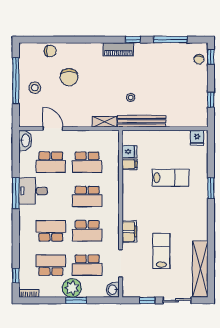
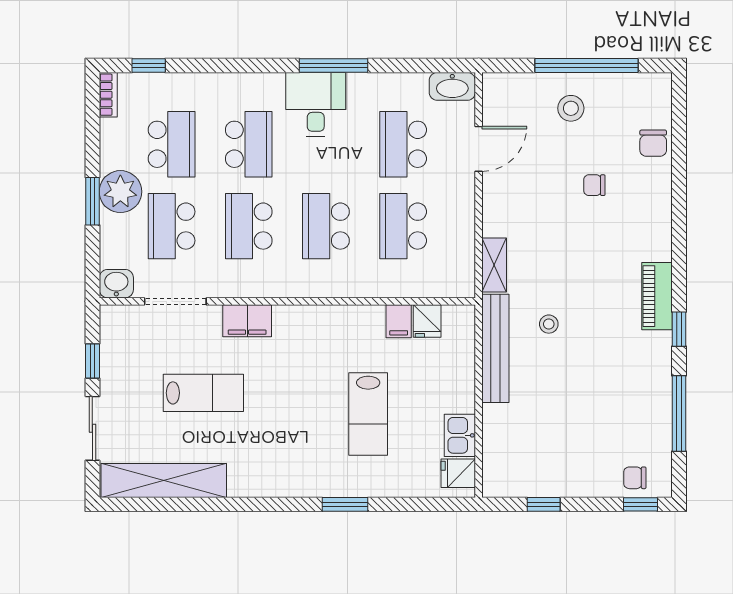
chair: (69, 77) -> (594, 185), width x0.54, depth x0.54
kitchen sink: (180, 137) -> (460, 435), added
desk: (33, 191) -> (316, 104), moved

